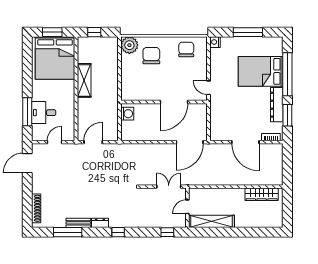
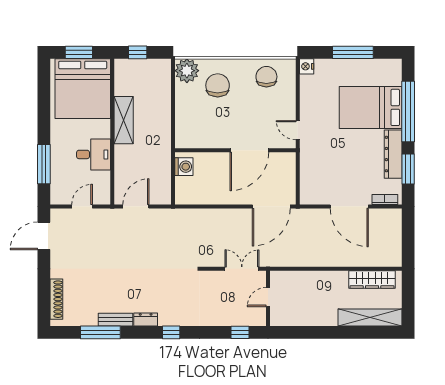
desk: (44, 113) -> (93, 154), moved, turned 180
shelving: (212, 221) -> (370, 317), moved

